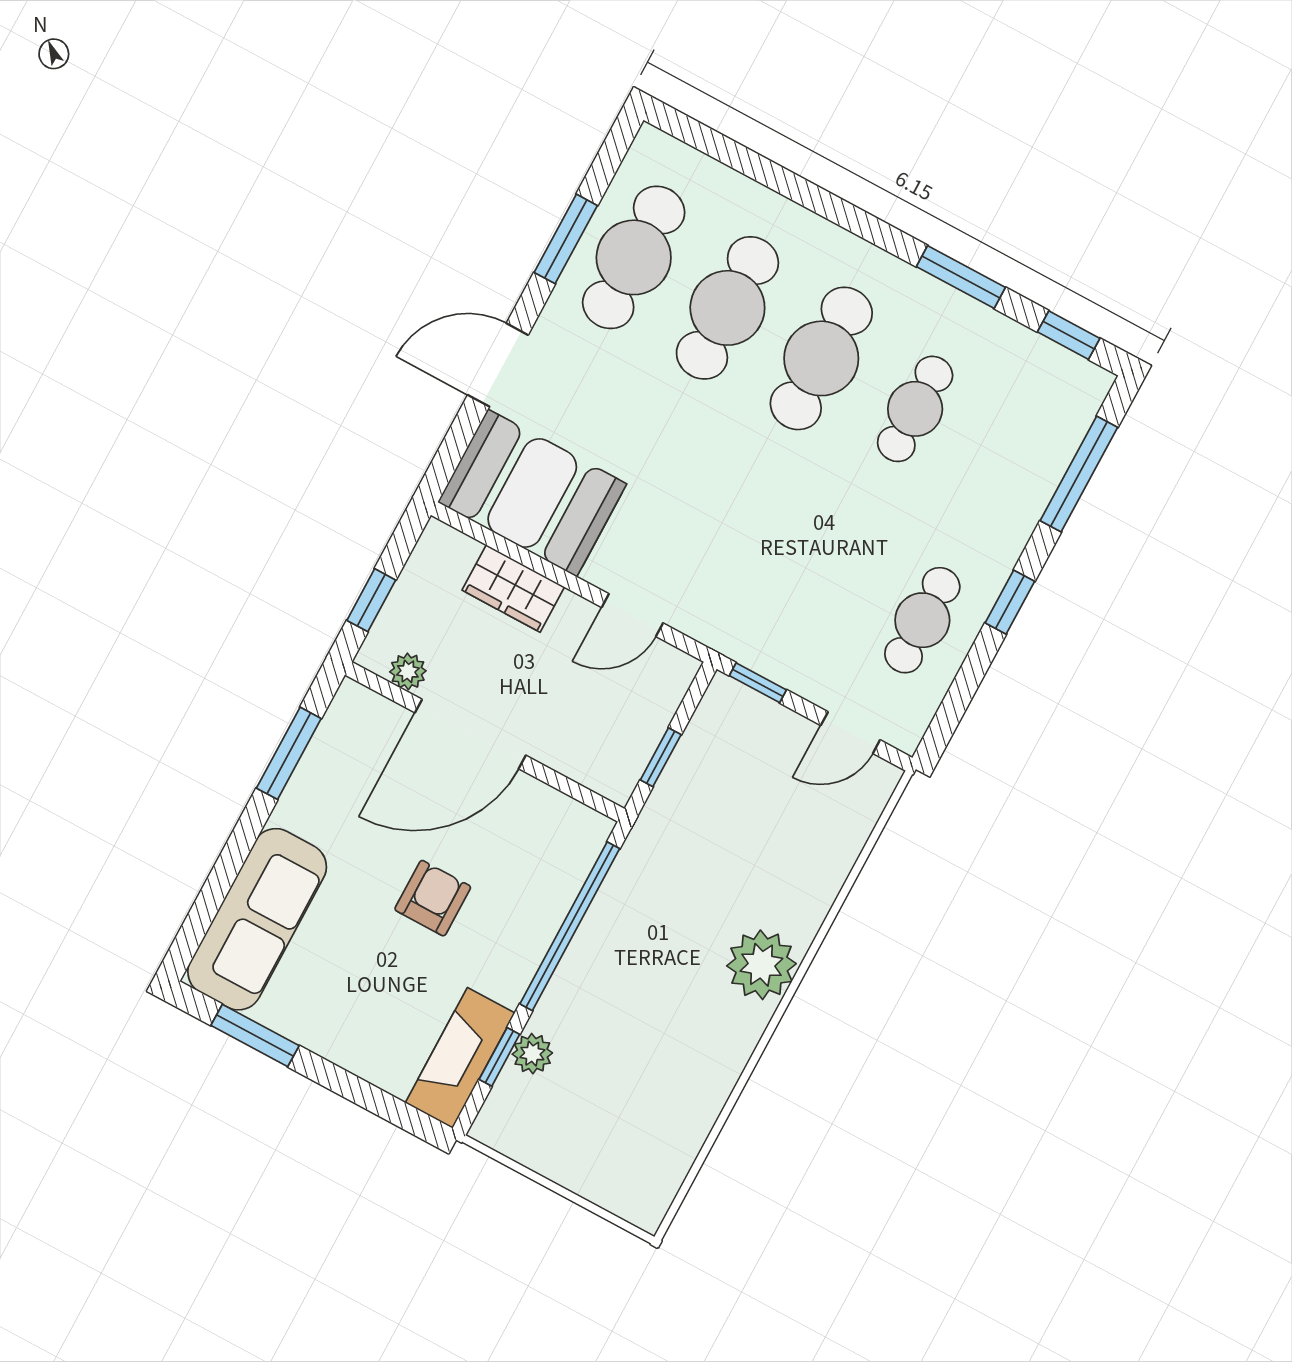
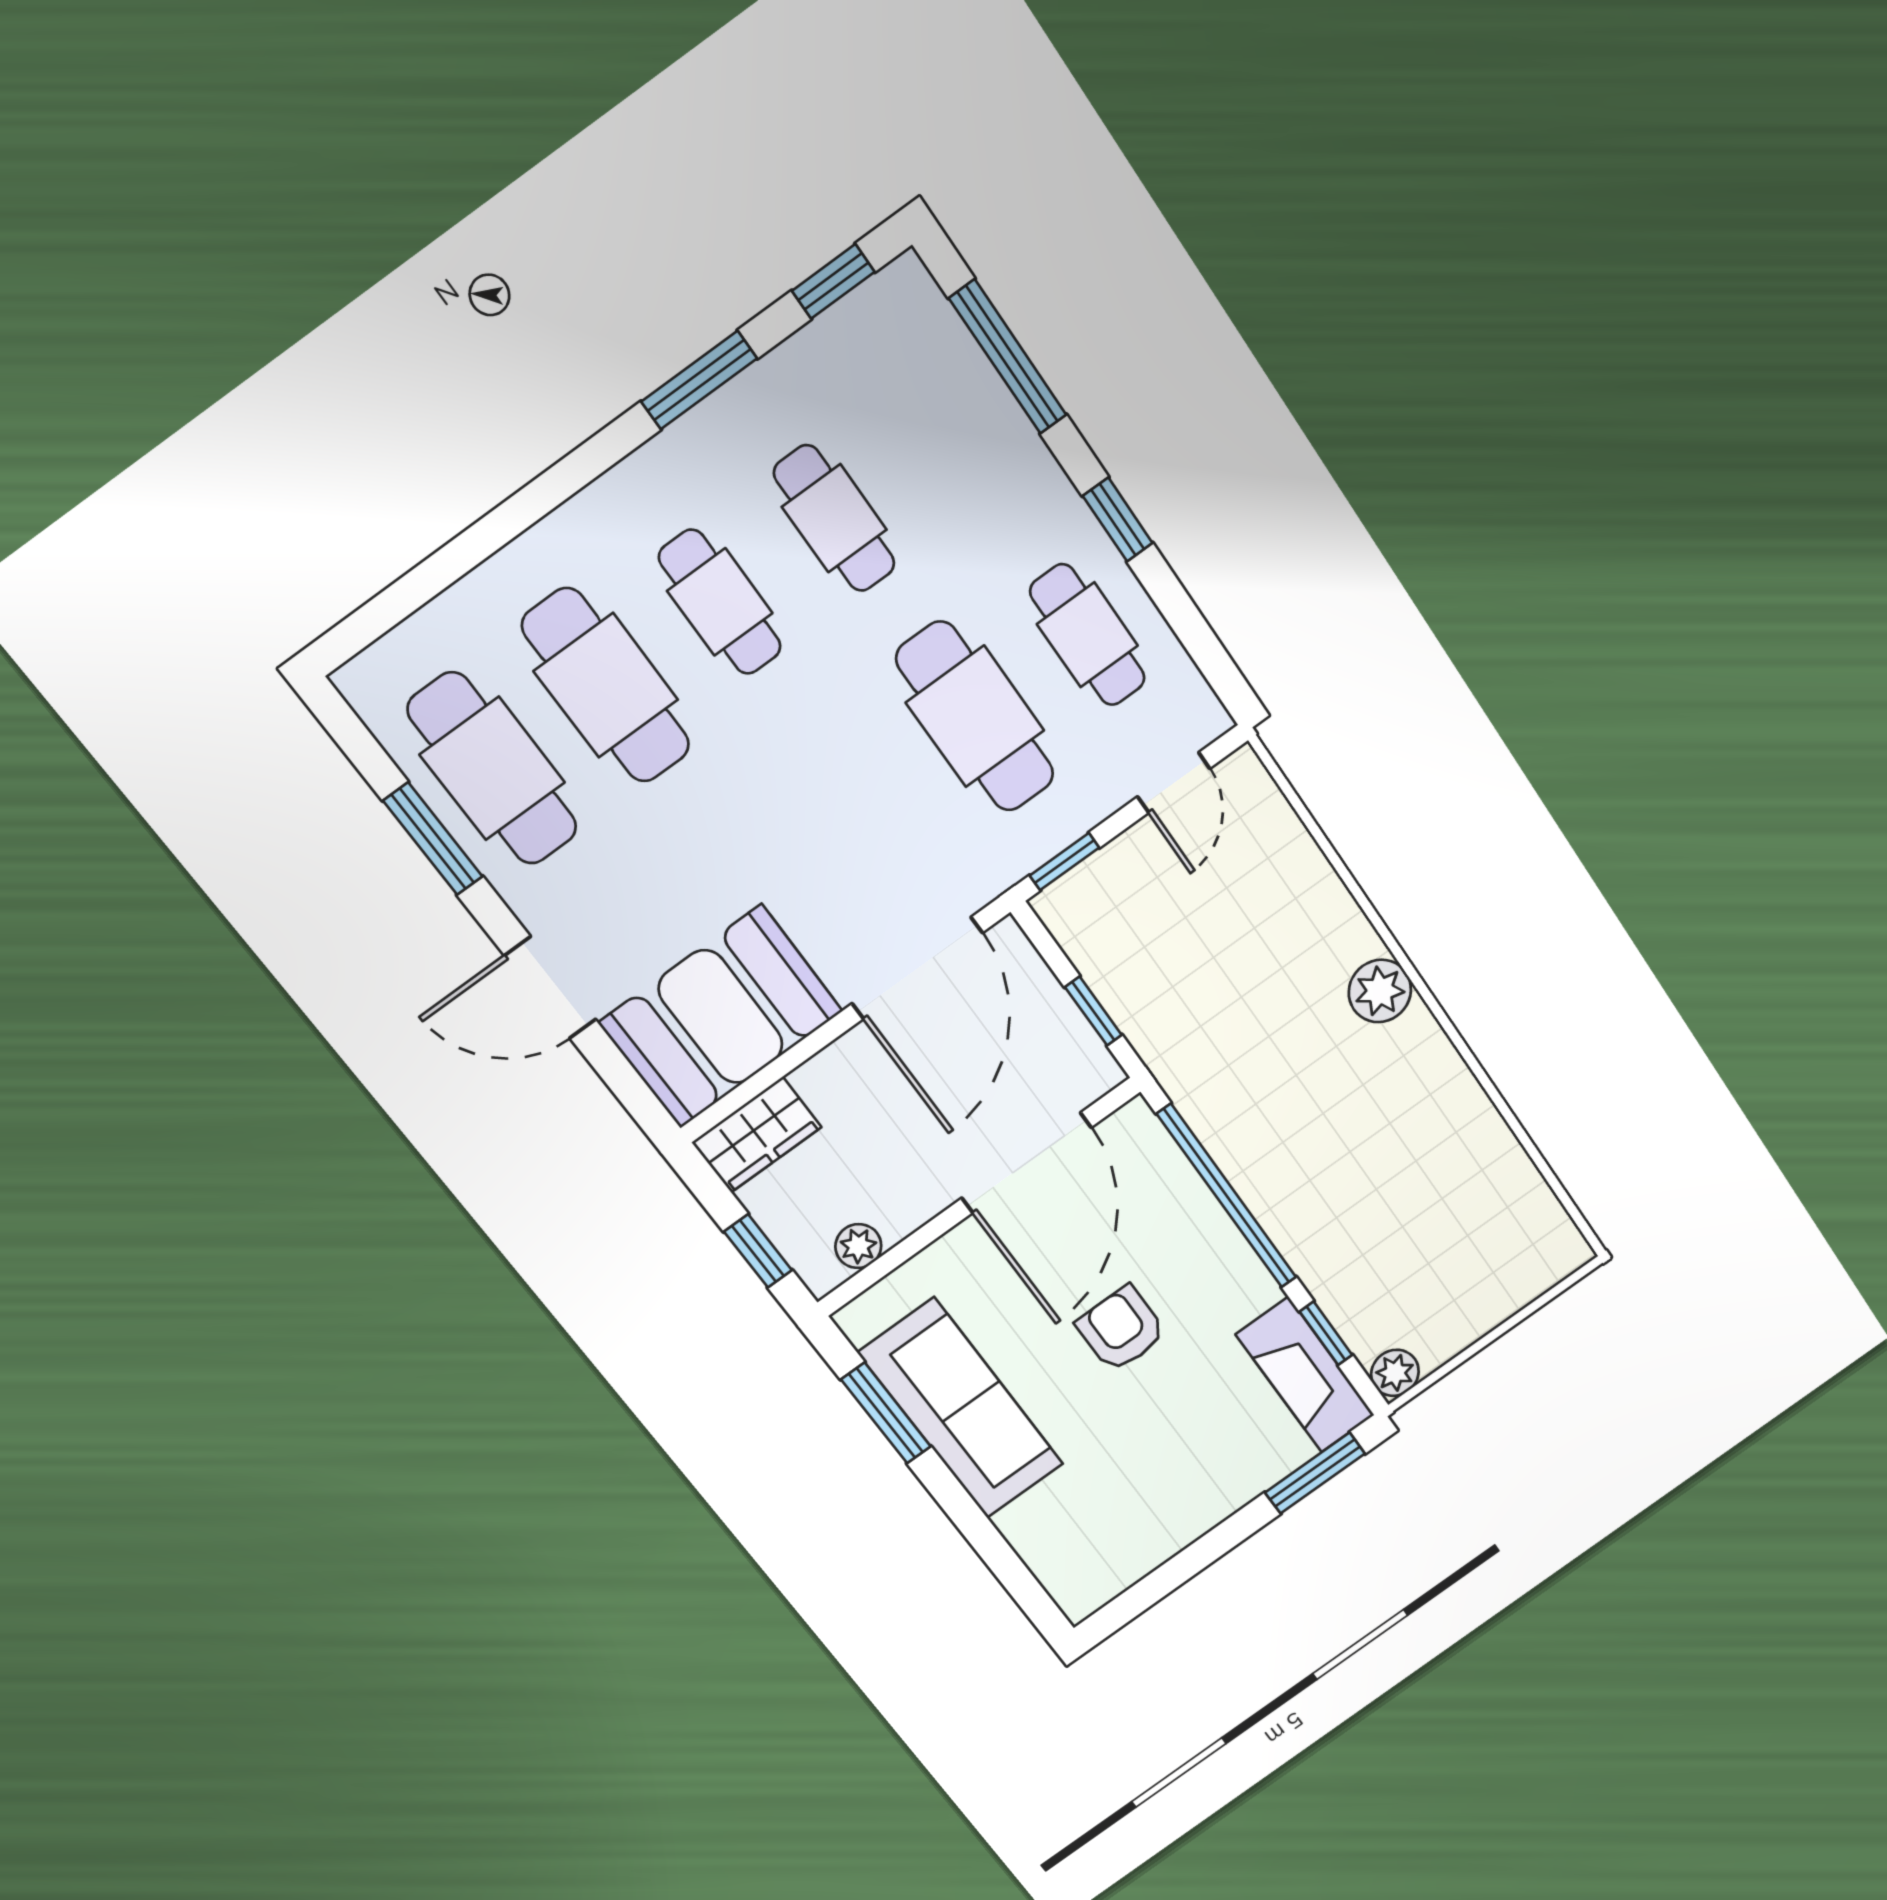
cafe table: (821, 358) -> (720, 602), width x0.73, depth x0.74
door: (498, 365) -> (550, 988), hinge flipped
cafe table: (828, 570) -> (975, 717), added
wardrobe: (513, 589) -> (757, 1135), moved
door: (632, 615) -> (917, 968), width x1.88
door: (470, 734) -> (1027, 1163), moved
sofa: (257, 919) -> (961, 1409), moved
plant: (761, 965) -> (1380, 991), width x0.73, depth x0.73
window: (255, 1036) -> (1315, 1473), moved
plant: (532, 1054) -> (1395, 1373), moved

